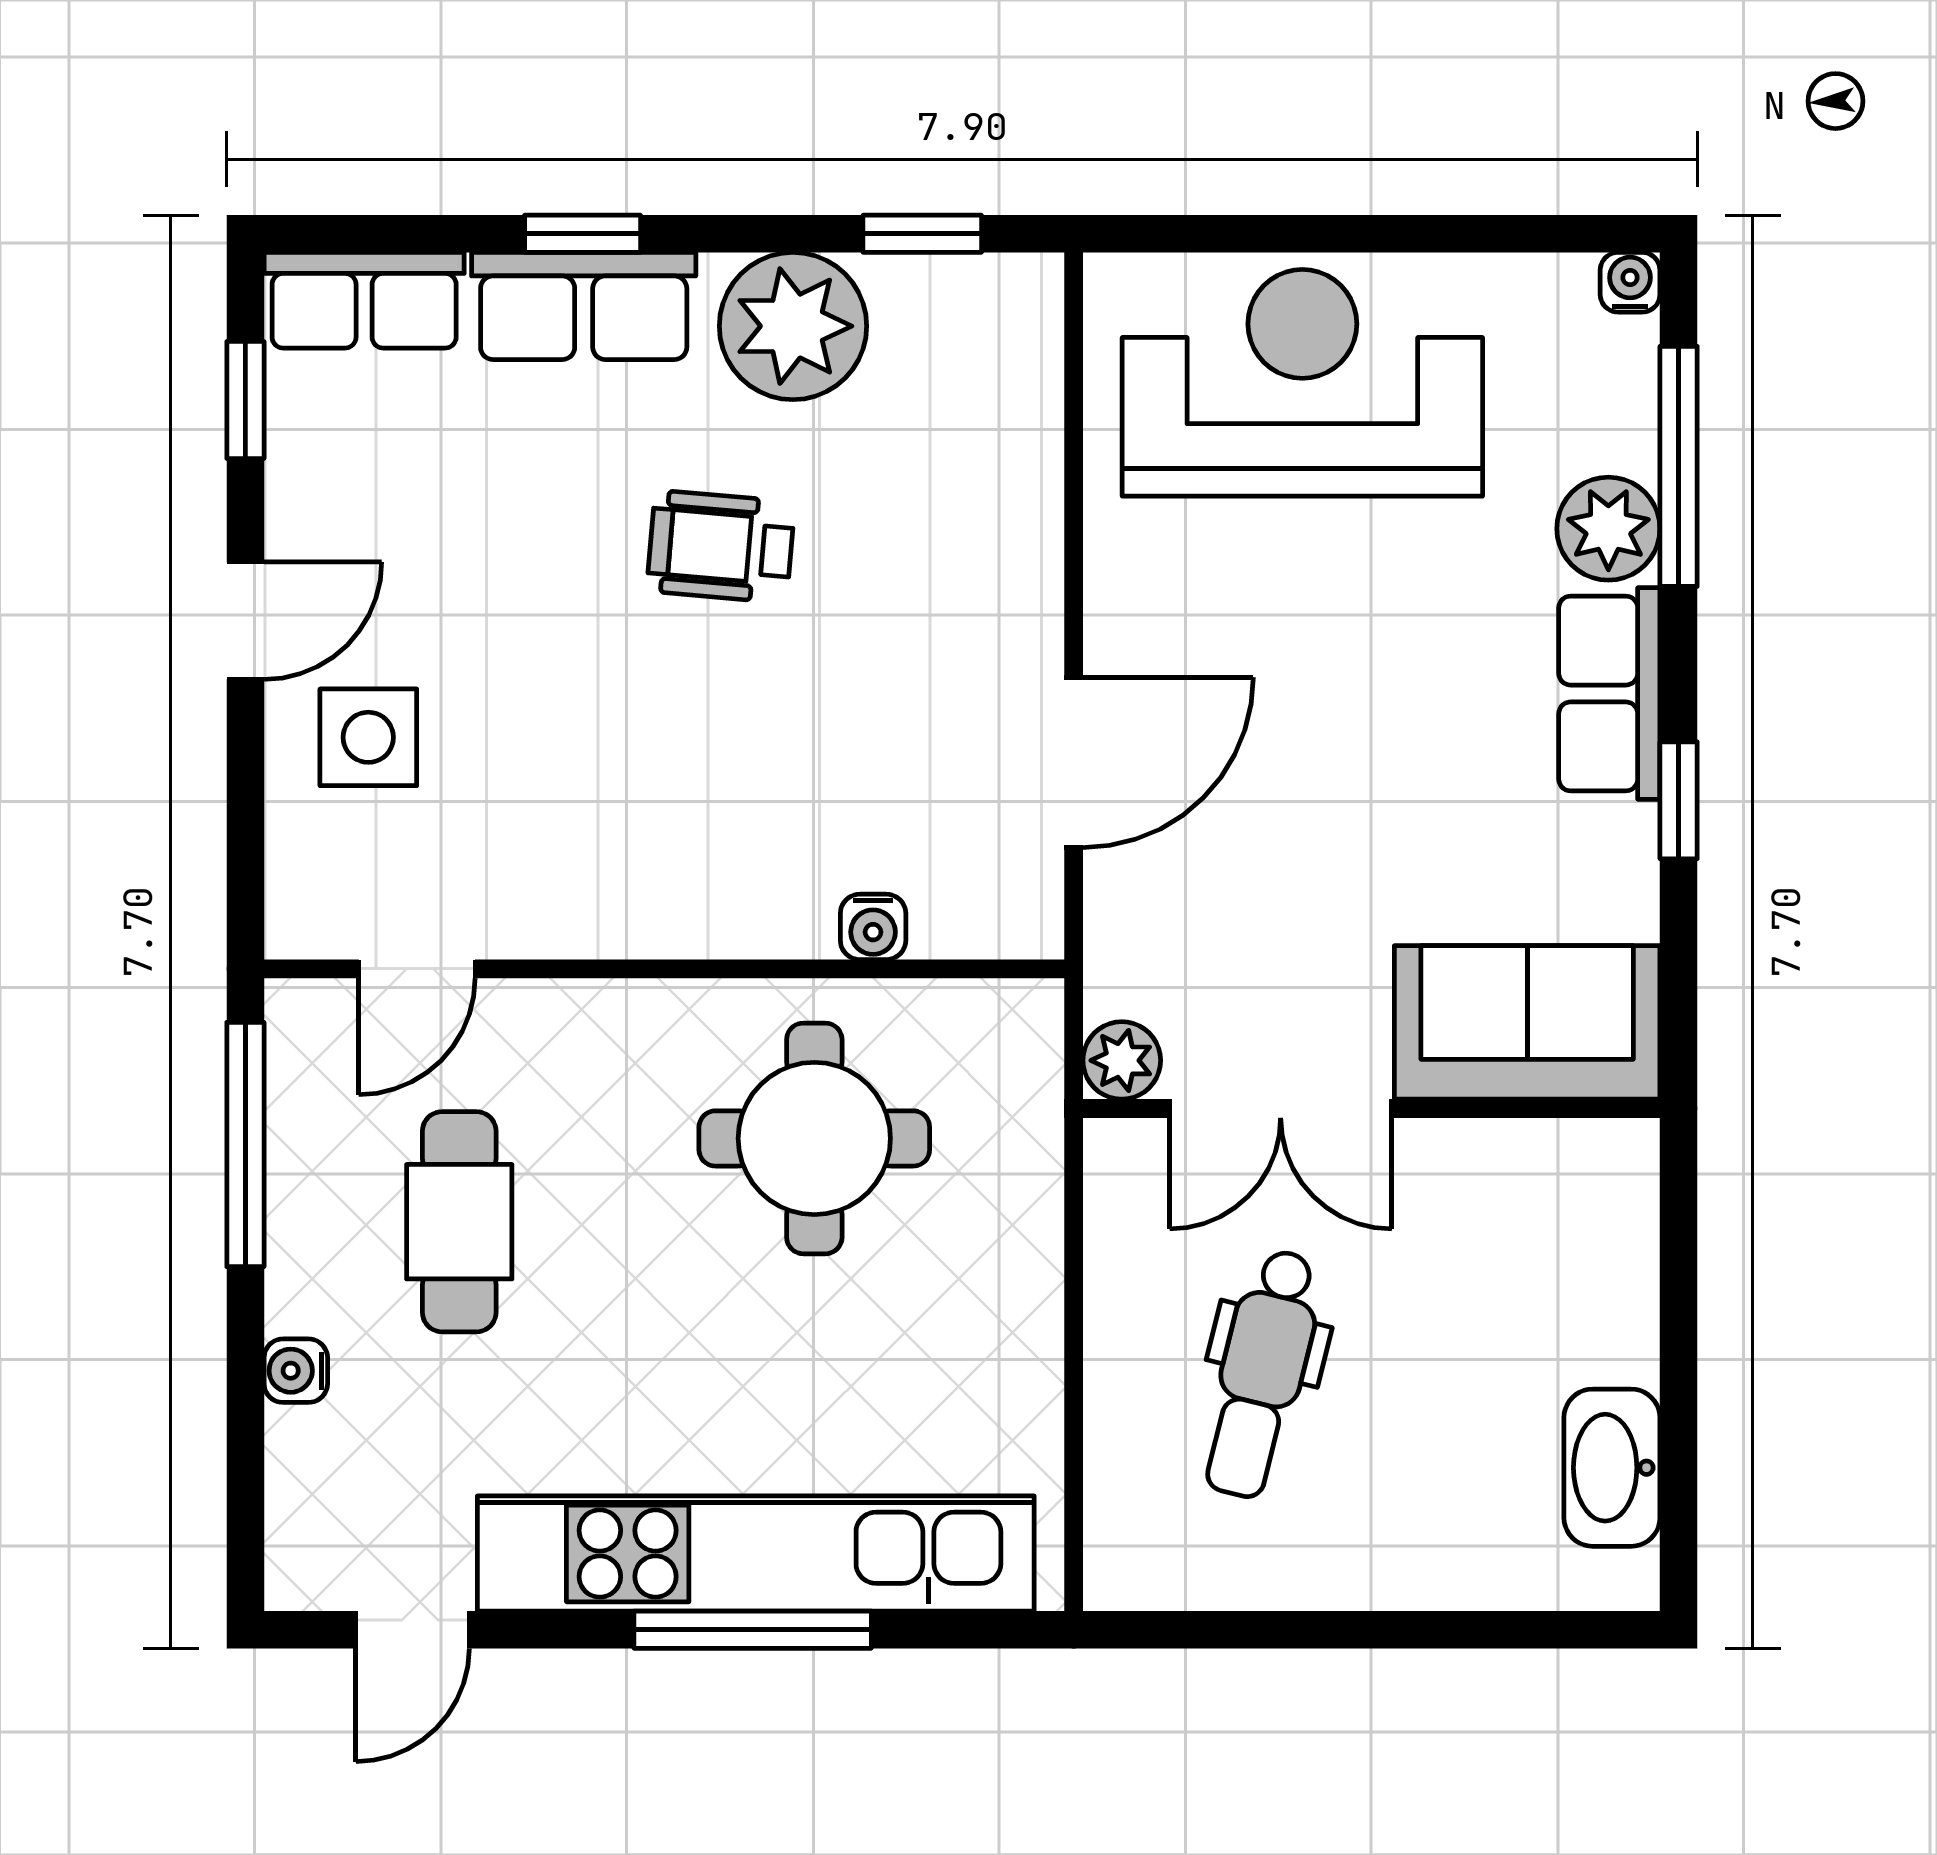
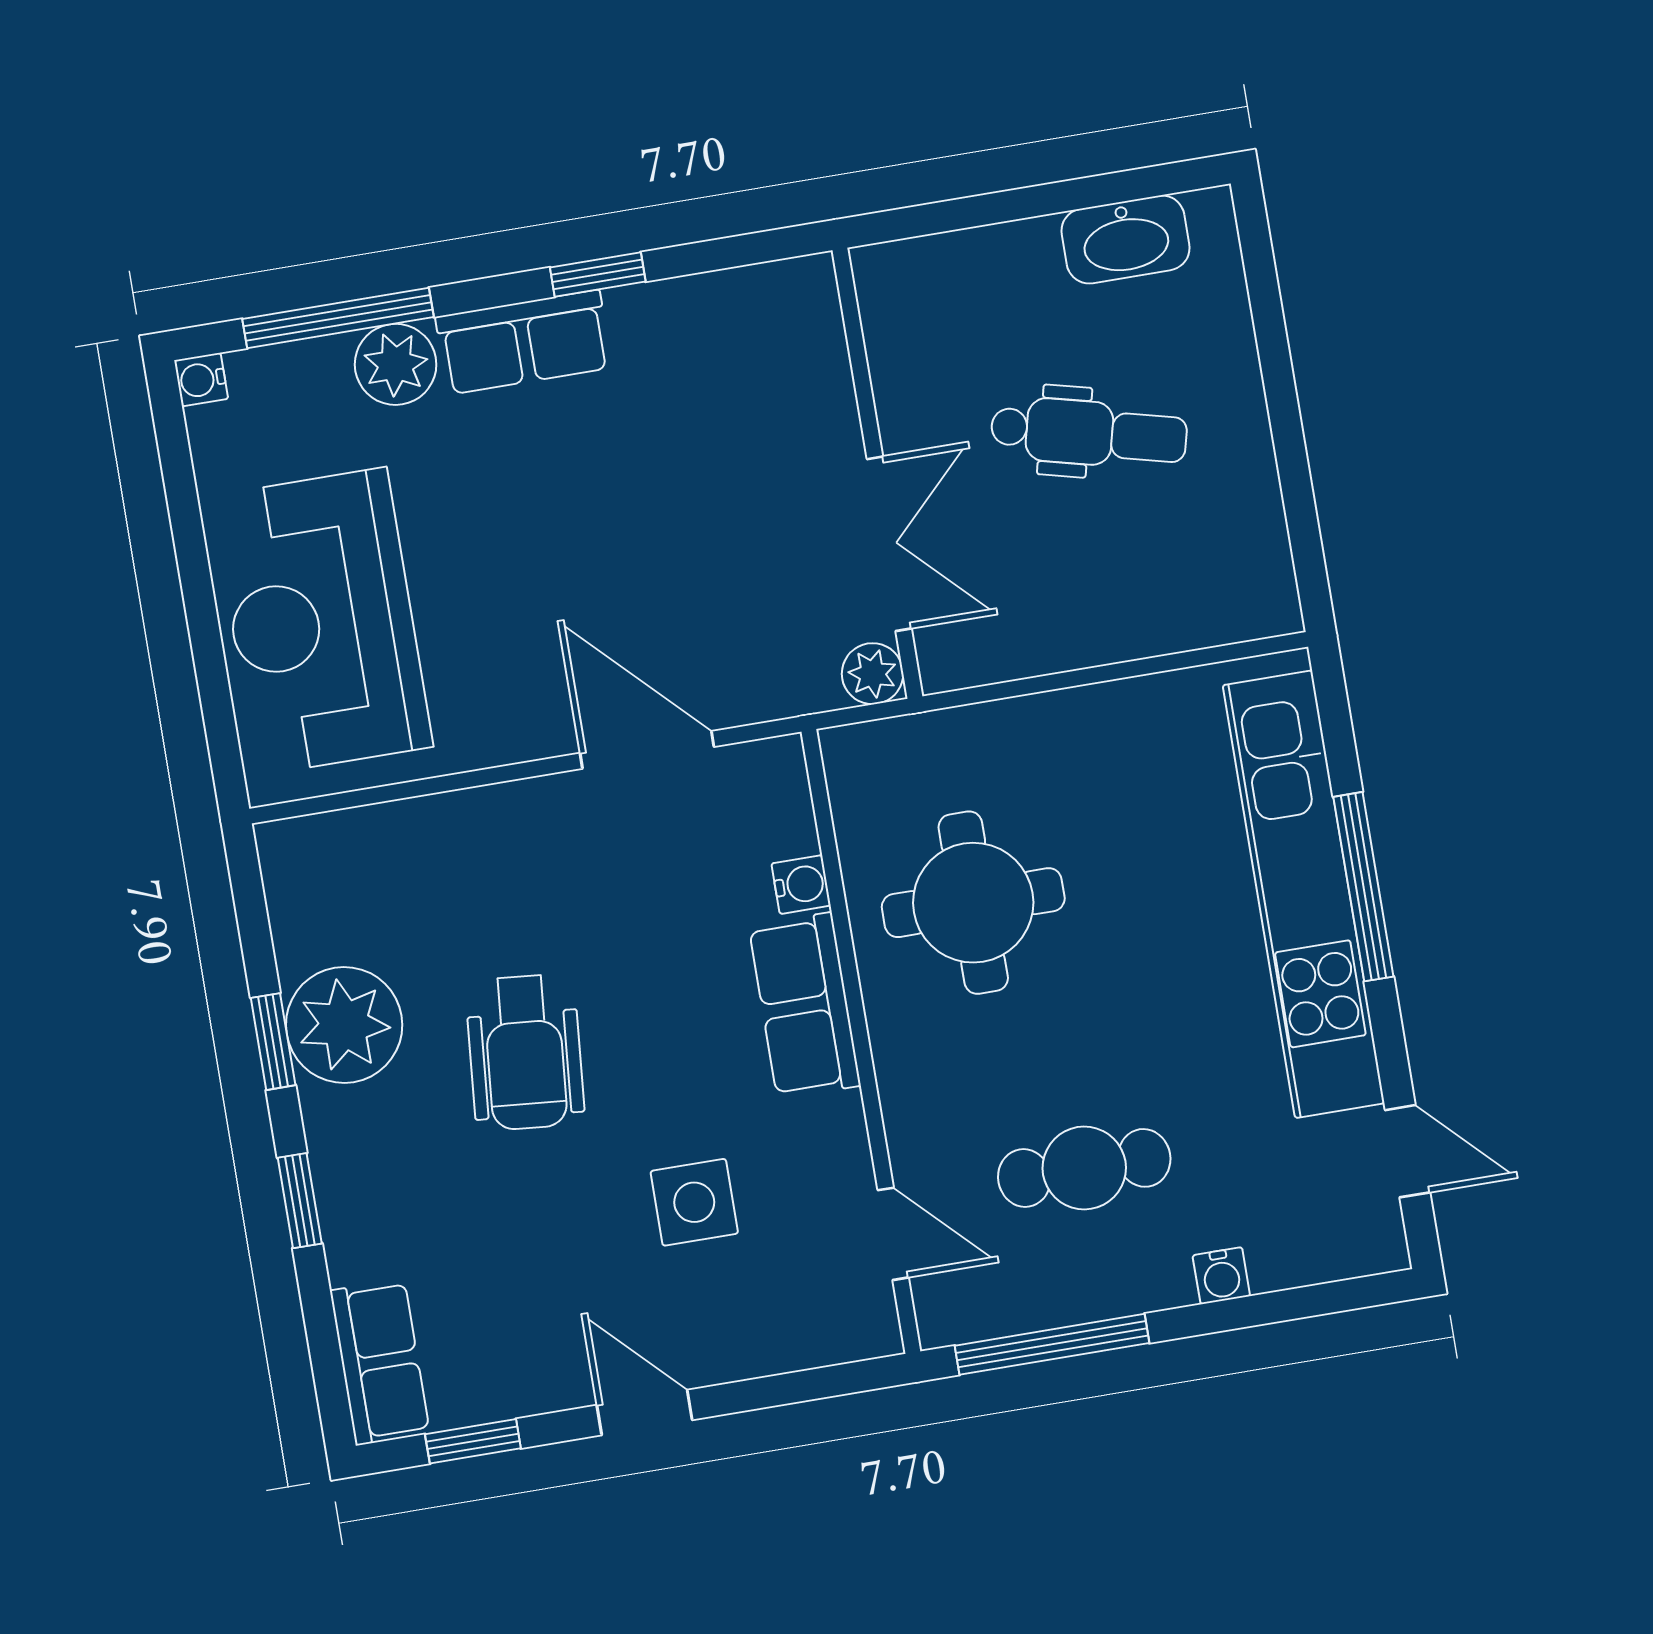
window: (922, 234) -> (273, 1042), moved
row of seats: (584, 306) -> (805, 1006), moved, turned 180
wheelchair: (721, 547) -> (525, 1052), width x1.36, depth x1.37
side table: (368, 737) -> (694, 1202), moved
sofa: (1527, 1022) -> (790, 363), removed
dental chair: (1262, 1374) -> (1089, 433), moved

